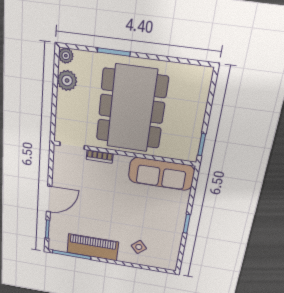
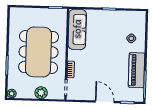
plant: (67, 80) -> (41, 93), moved
dining table: (132, 109) -> (39, 52), turned 90

